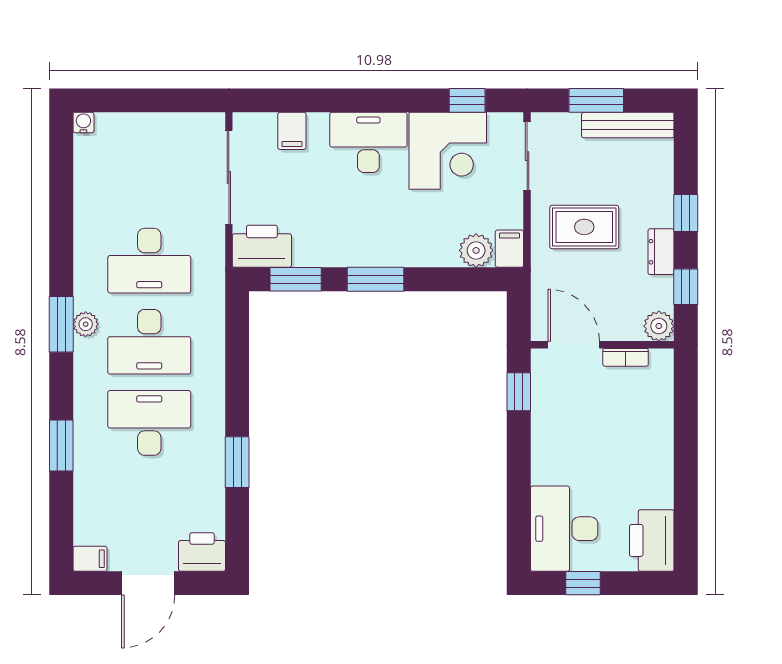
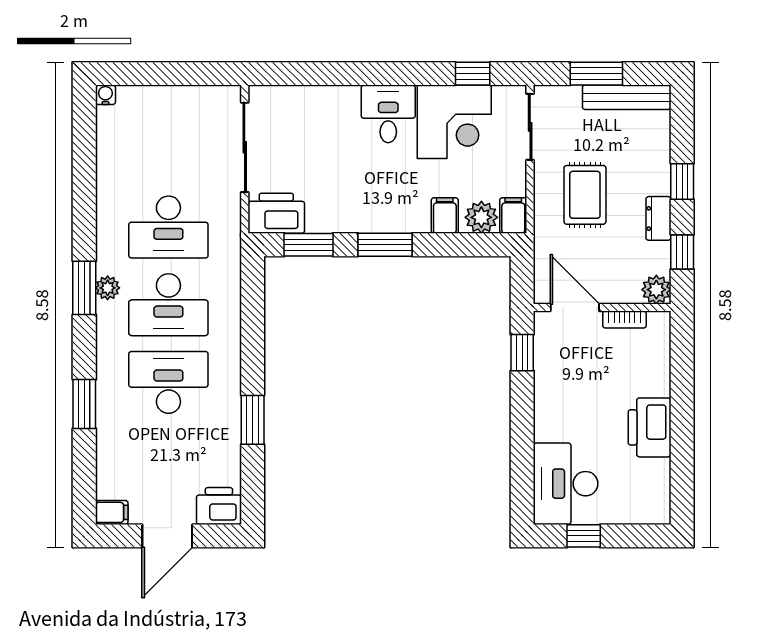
filing cabinet: (292, 131) -> (445, 216), moved, turned 180
desk: (368, 142) -> (388, 114), width x0.73
rug: (584, 227) -> (585, 195), turned 90
printer: (652, 540) -> (650, 427), moved

